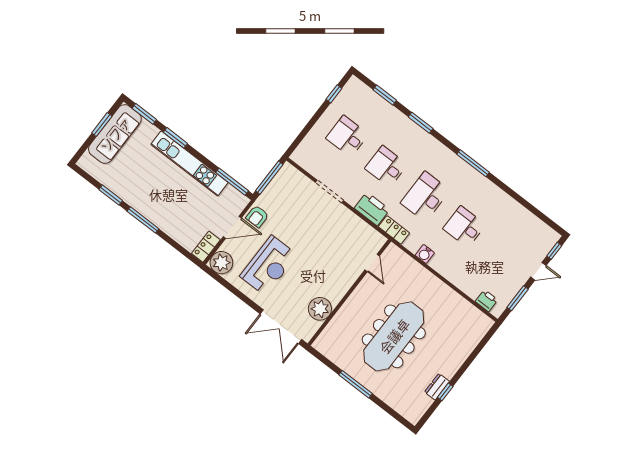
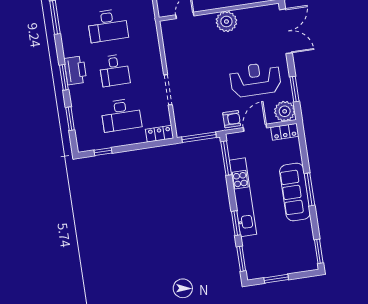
sofa: (115, 134) -> (295, 192), moved, turned -90
desk: (347, 136) -> (121, 115), width x1.37
window: (111, 195) -> (319, 251), moved
printer: (372, 209) -> (75, 70), moved, turned 180
door: (232, 227) -> (255, 128), hinge flipped
locker: (394, 230) -> (159, 134), moved, turned 90
window: (230, 287) -> (295, 89), added
plant: (320, 309) -> (226, 21), moved

